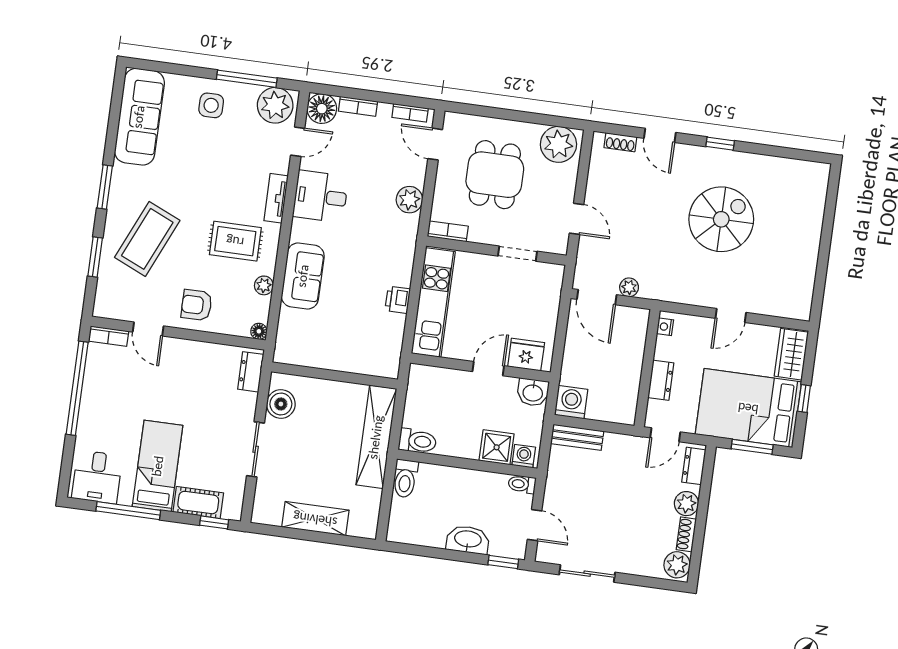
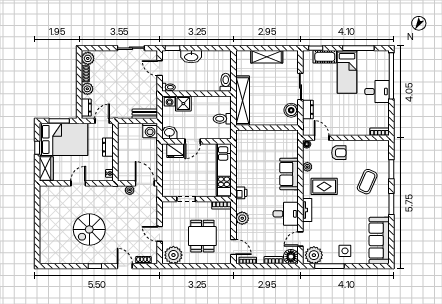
door: (577, 219) -> (160, 234), moved
coffee table: (147, 239) -> (367, 182), width x0.73, depth x0.76
printer: (398, 300) -> (241, 193), moved
door: (148, 329) -> (322, 138), moved
dresser: (251, 372) -> (308, 110), moved
window: (77, 388) -> (391, 76), moved
toilet: (417, 441) -> (222, 119), moved
desk: (97, 477) -> (377, 92), moved, turned 90

